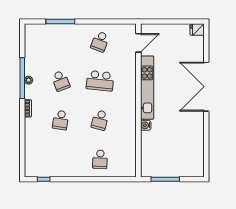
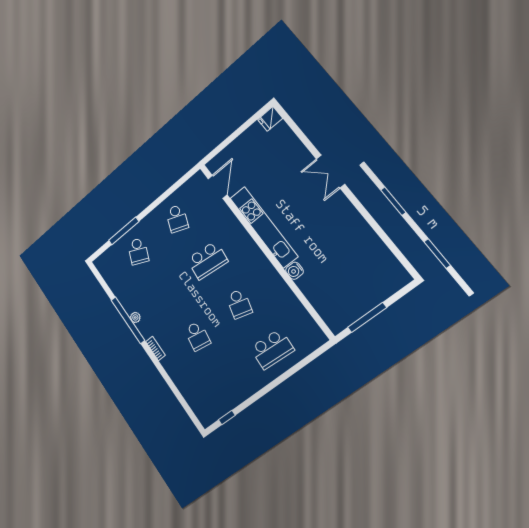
school desk: (61, 81) -> (138, 251), moved, turned 45
double door: (206, 87) -> (331, 172), width x0.54
school desk: (100, 159) -> (272, 349), width x1.85

